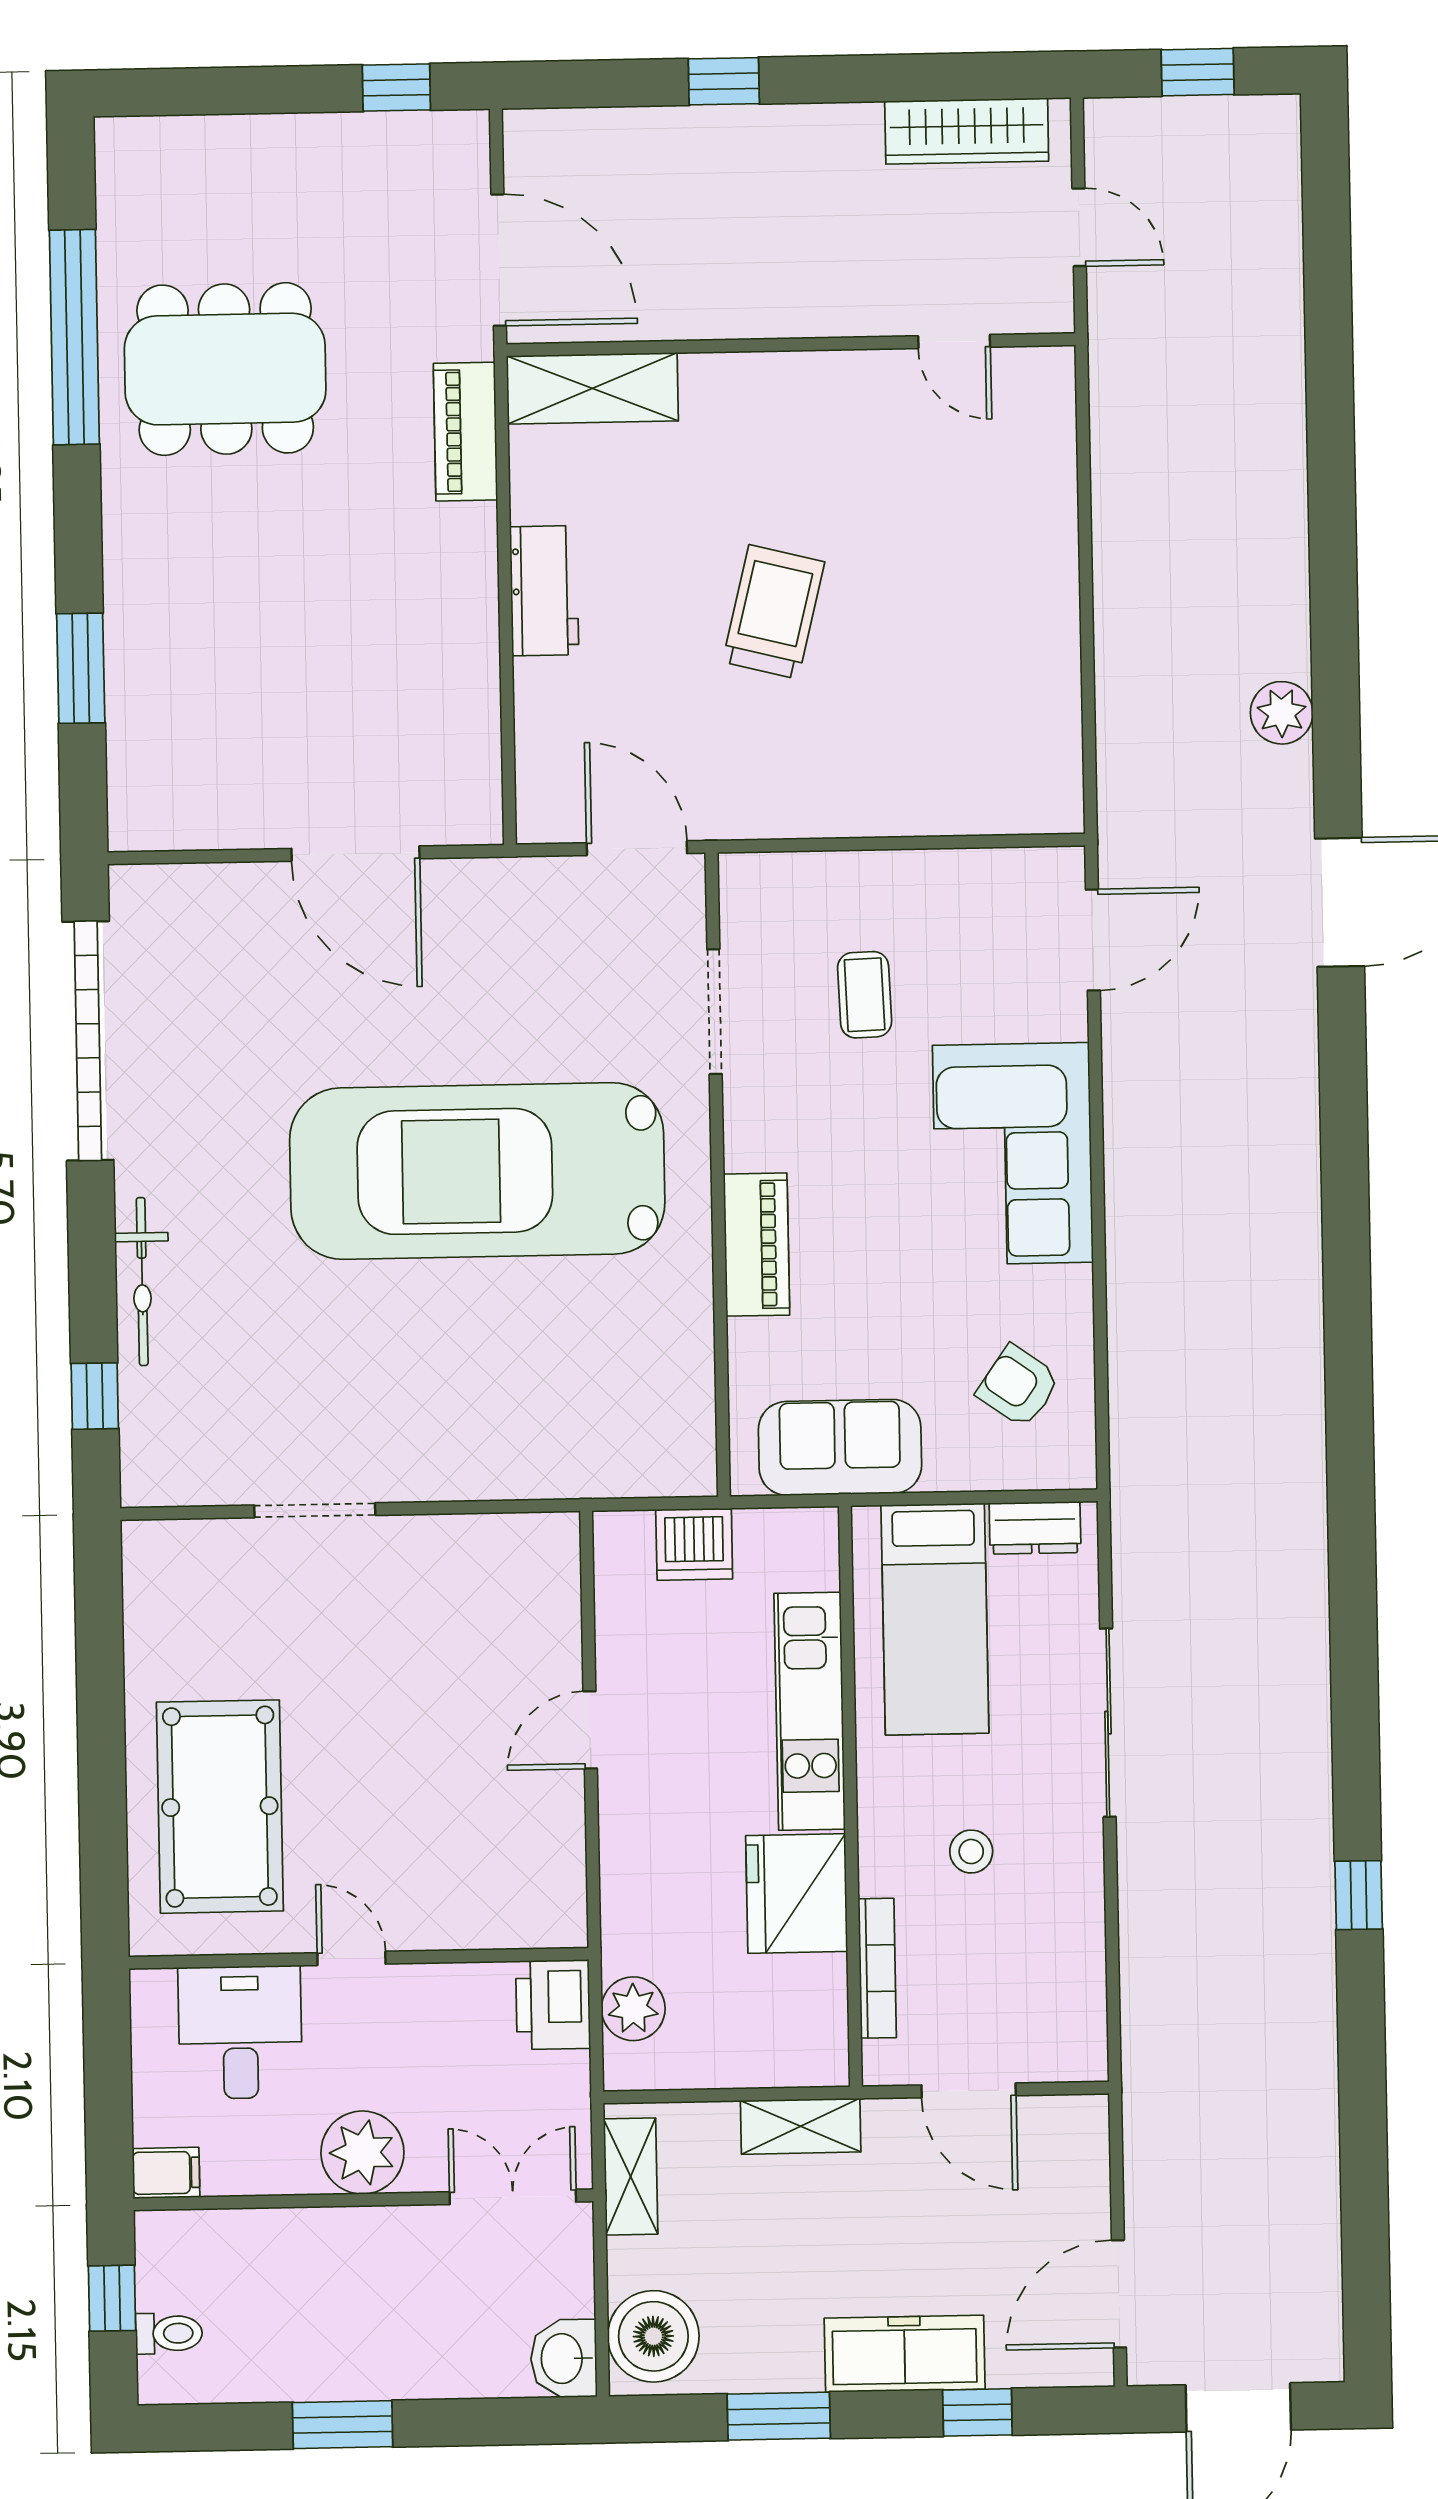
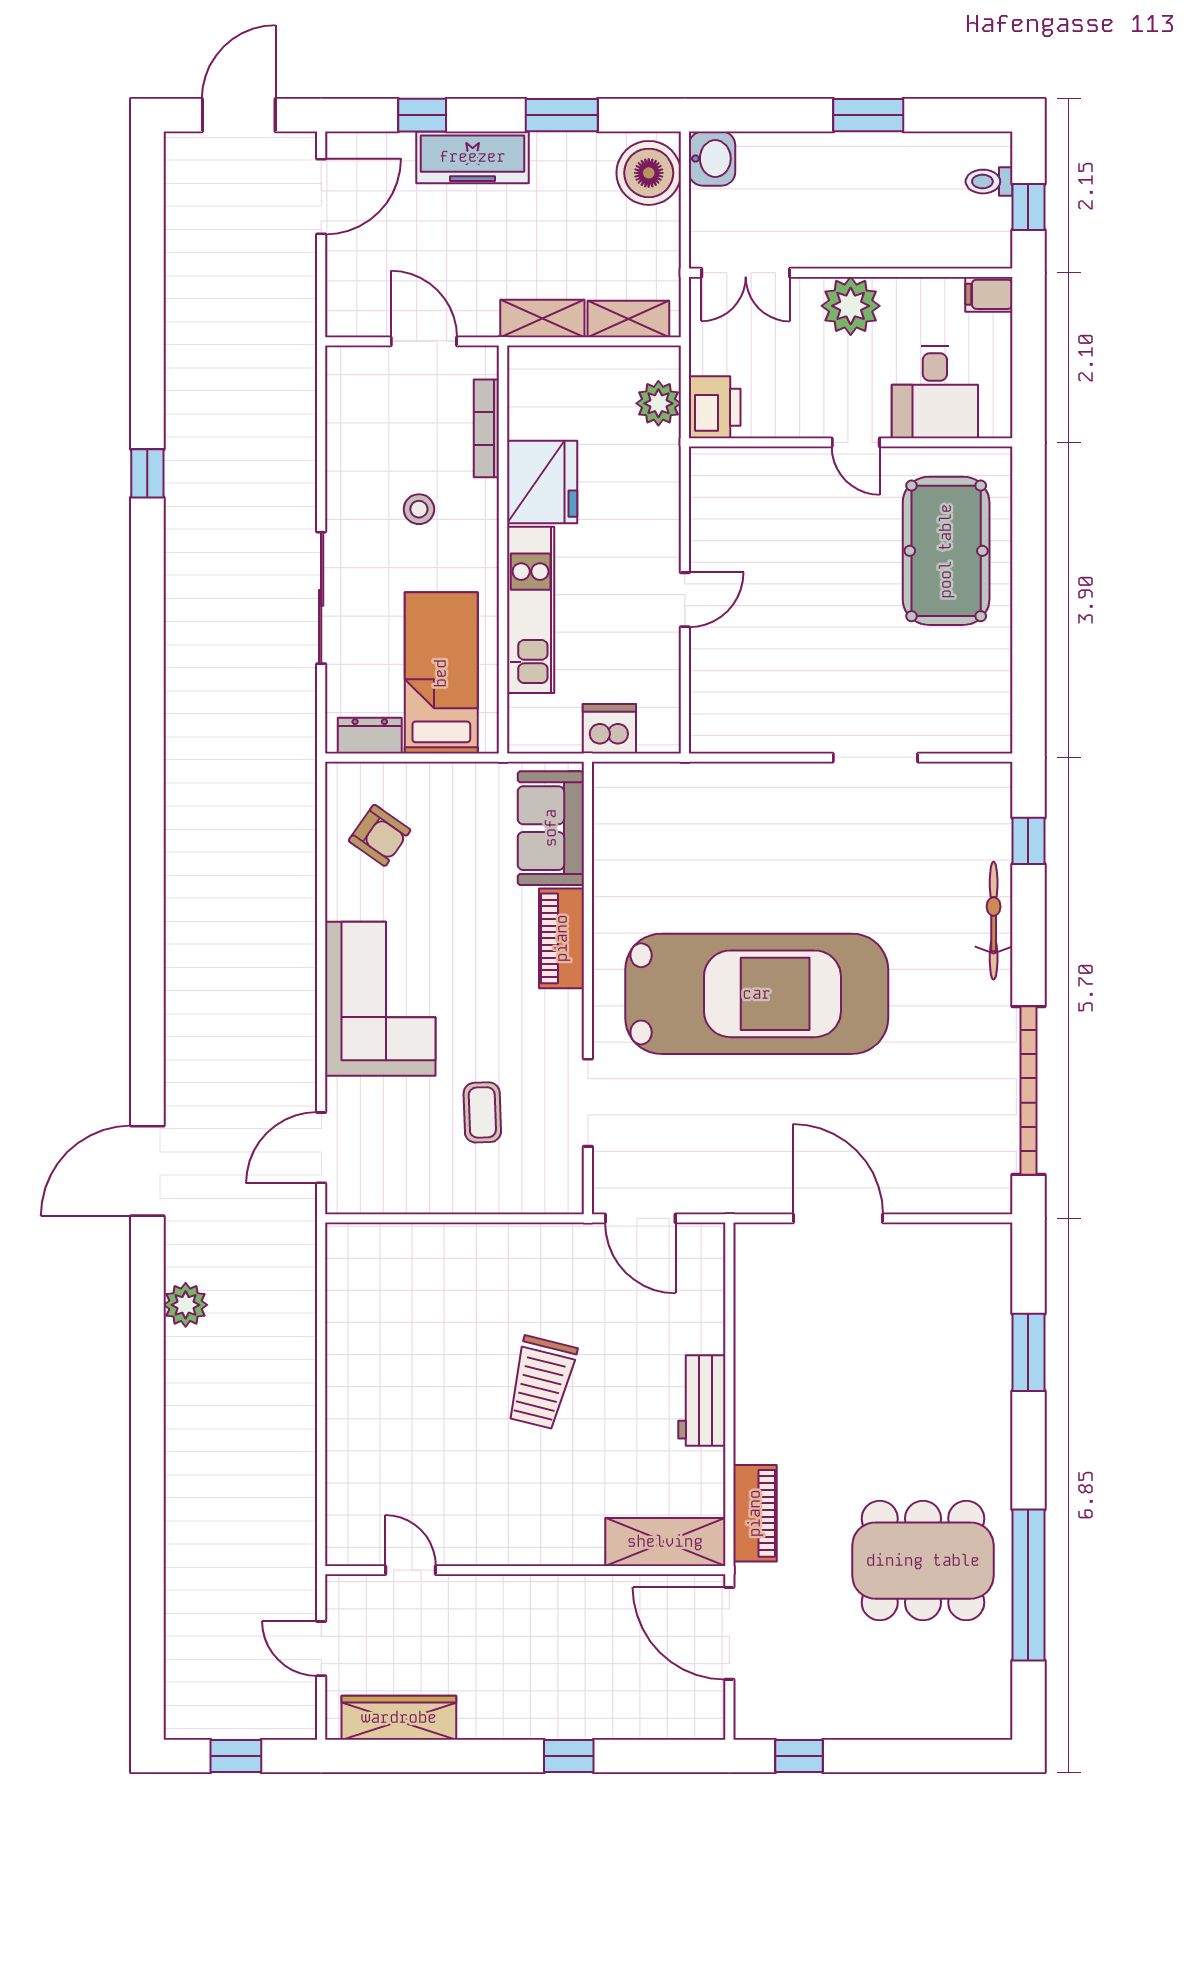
sofa: (840, 1447) -> (551, 828), moved, turned 90
shelving: (631, 2177) -> (628, 319), moved, turned 90

